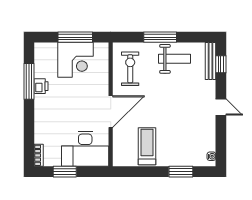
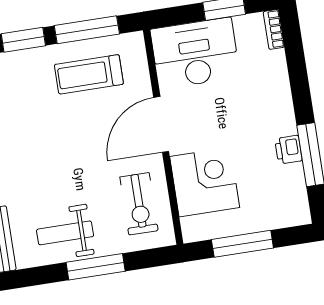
corner desk: (76, 60) -> (205, 182), moved, turned 90
treadmill: (147, 146) -> (89, 74), turned 90
window: (144, 172) -> (87, 30), added

